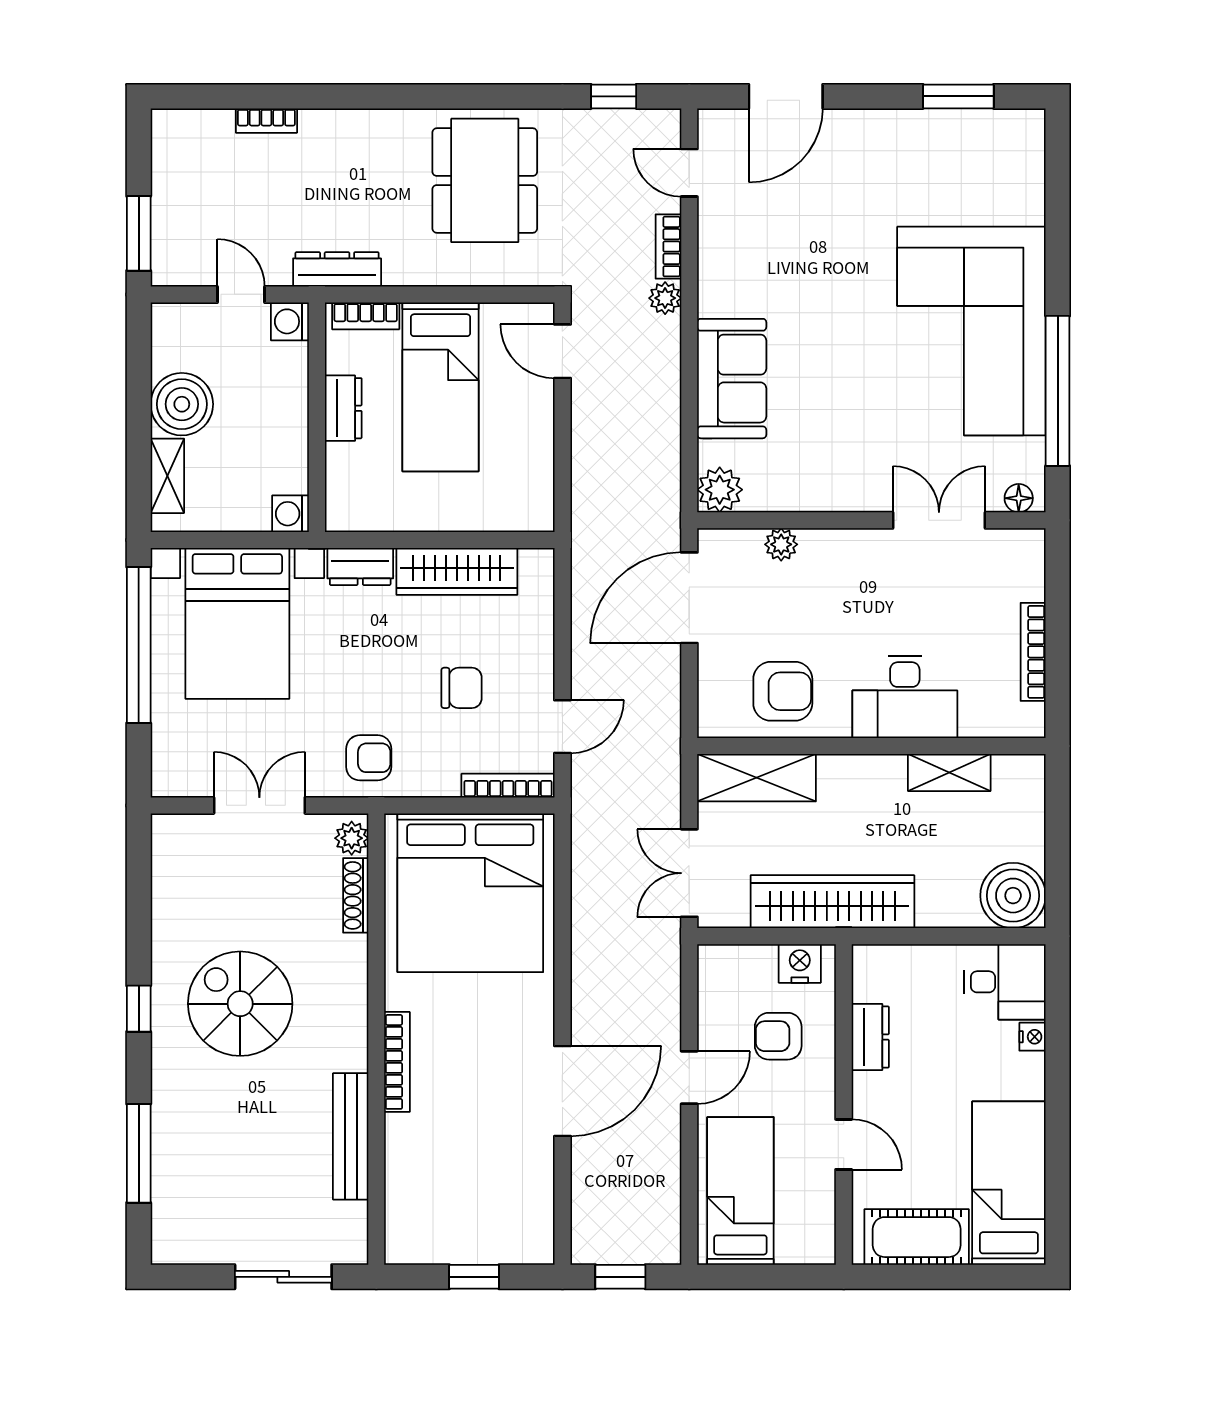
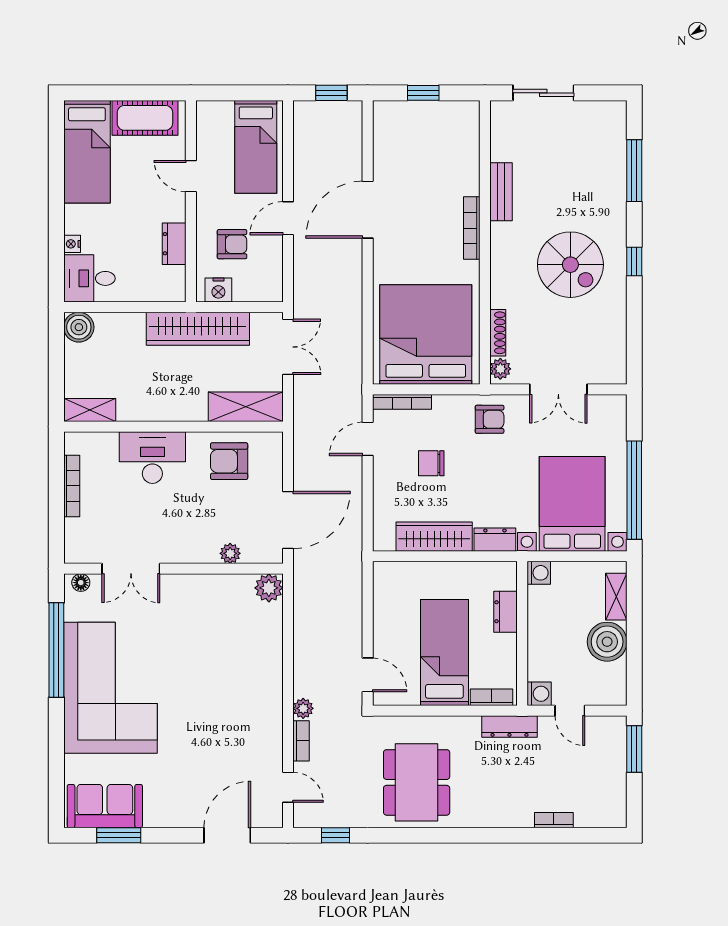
sofa: (732, 379) -> (105, 806), moved, turned 90
dresser: (343, 408) -> (506, 612), moved
armchair: (369, 758) -> (490, 419), turned 180
shelving: (949, 773) -> (90, 410), moved
boiler: (1013, 896) -> (79, 327), width x0.73, depth x0.73
bench: (351, 1136) -> (501, 192), width x0.73

